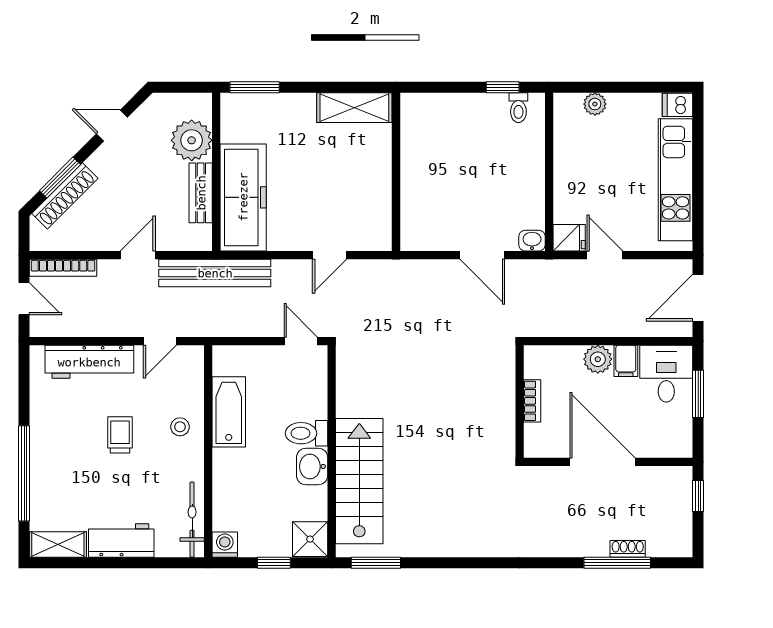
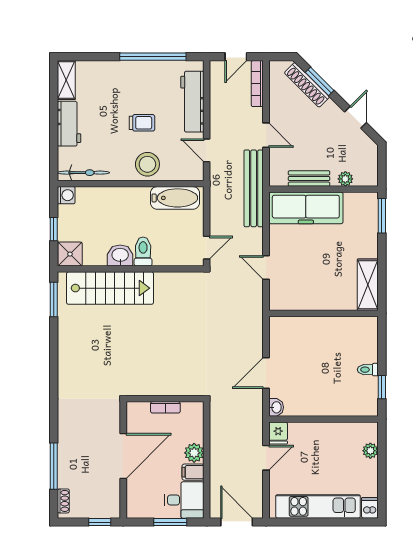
toilet: (518, 108) -> (368, 370), moved
plant: (192, 140) -> (345, 179), width x0.53, depth x0.53
bathtub: (229, 412) -> (175, 198), moved
stool: (180, 427) -> (147, 164), width x1.89, depth x1.89
window: (24, 473) -> (153, 57), moved
shoe rack: (628, 549) -> (63, 501), moved

